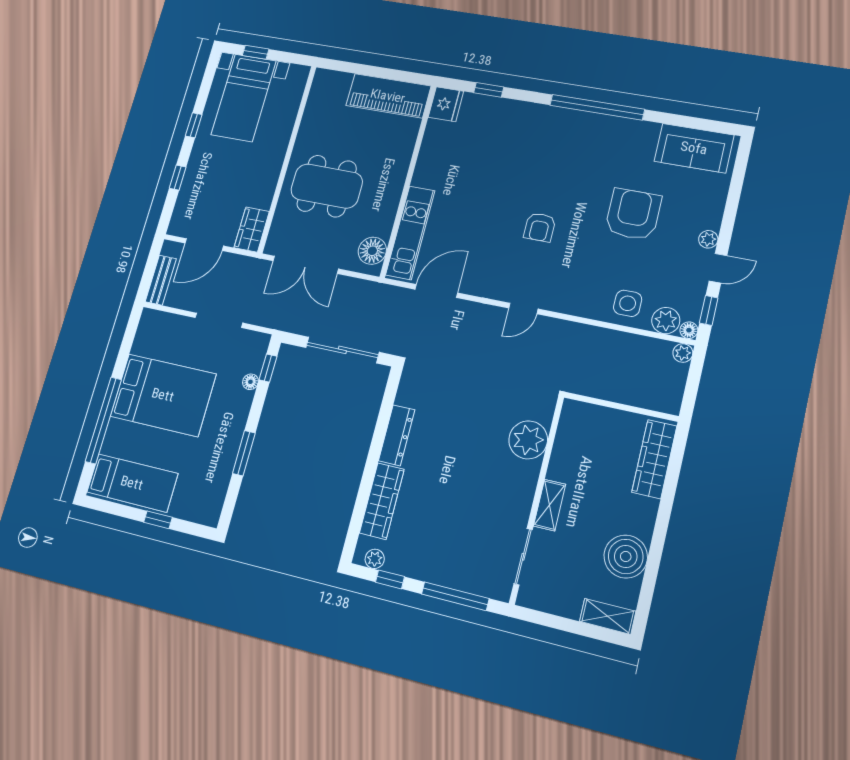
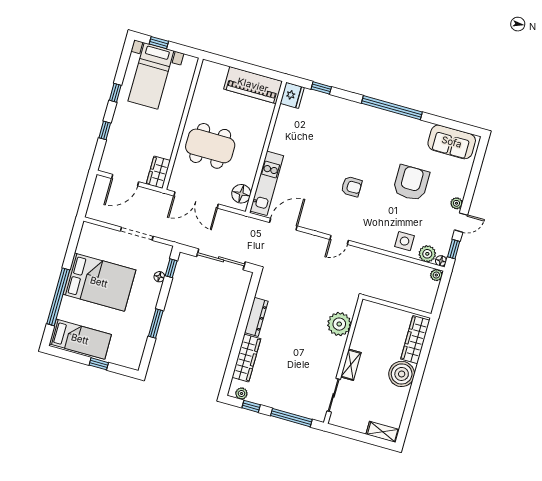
armchair: (540, 227) -> (352, 187), turned -90
bench: (161, 280) -> (95, 203), removed
boiler: (626, 556) -> (402, 374), moved

